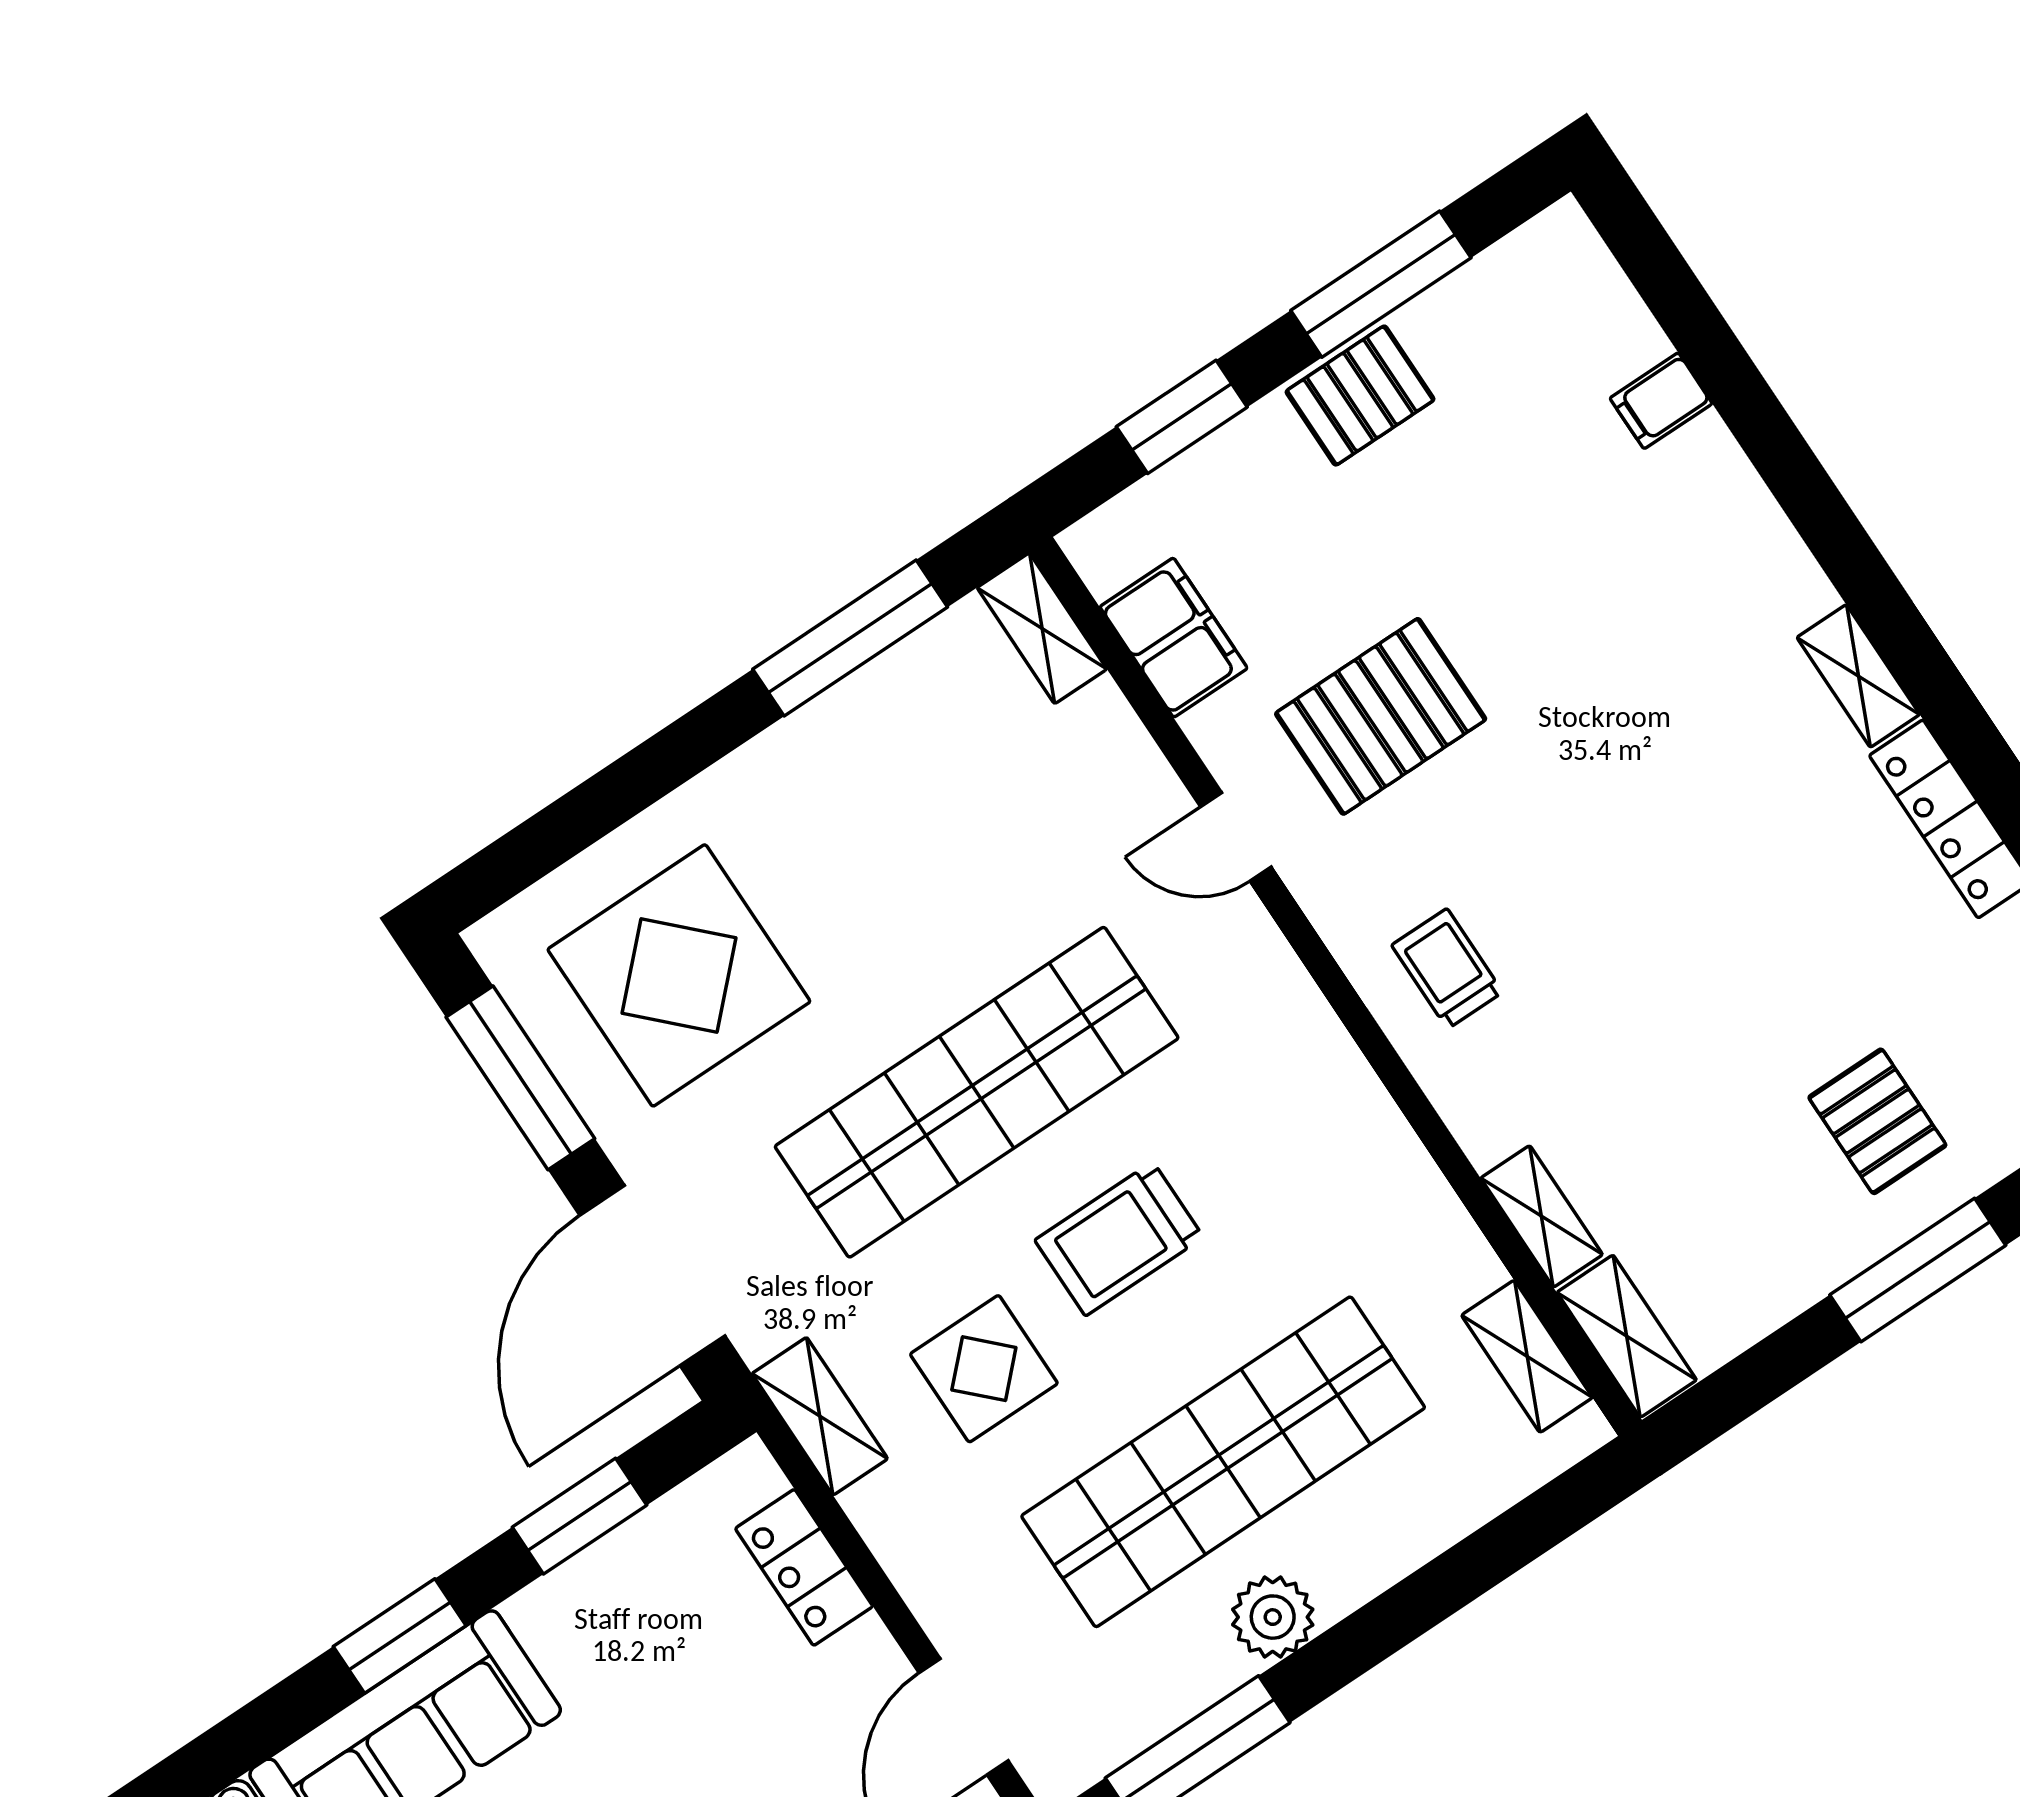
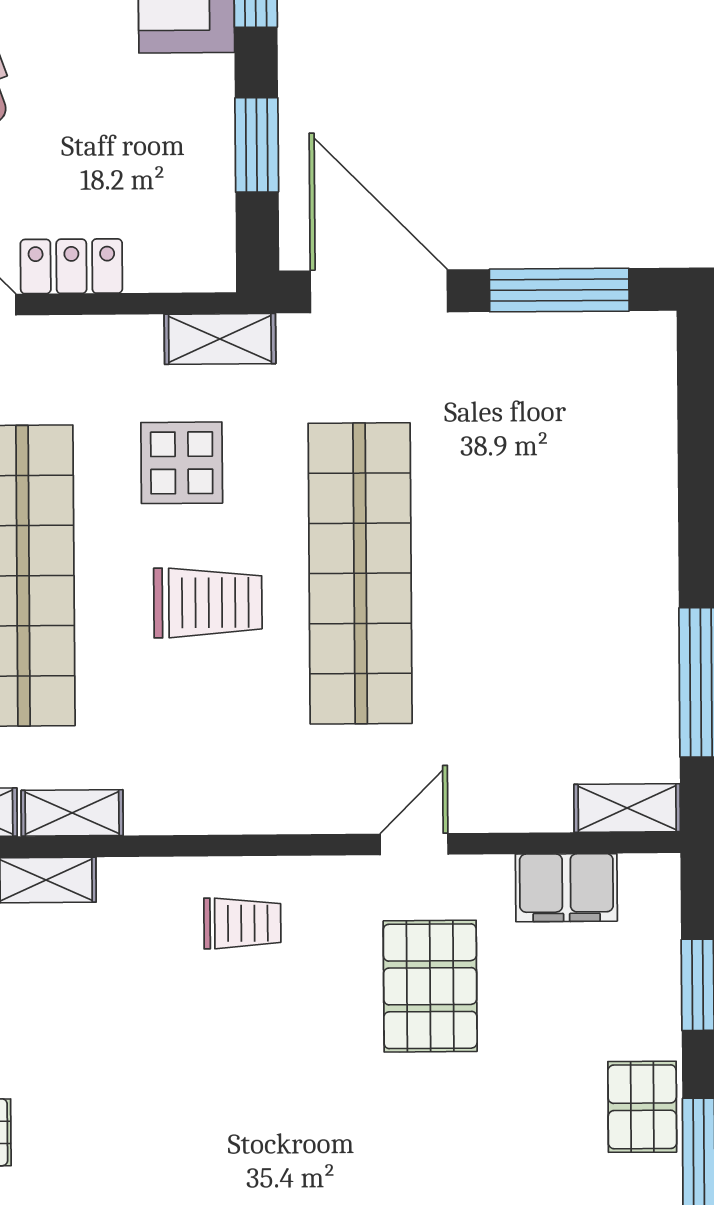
display table: (679, 975) -> (558, 433), removed
shelving: (1449, 1236) -> (72, 813), added
trolley: (1119, 1239) -> (208, 603), turned 90
locker: (804, 1567) -> (71, 266), moved

